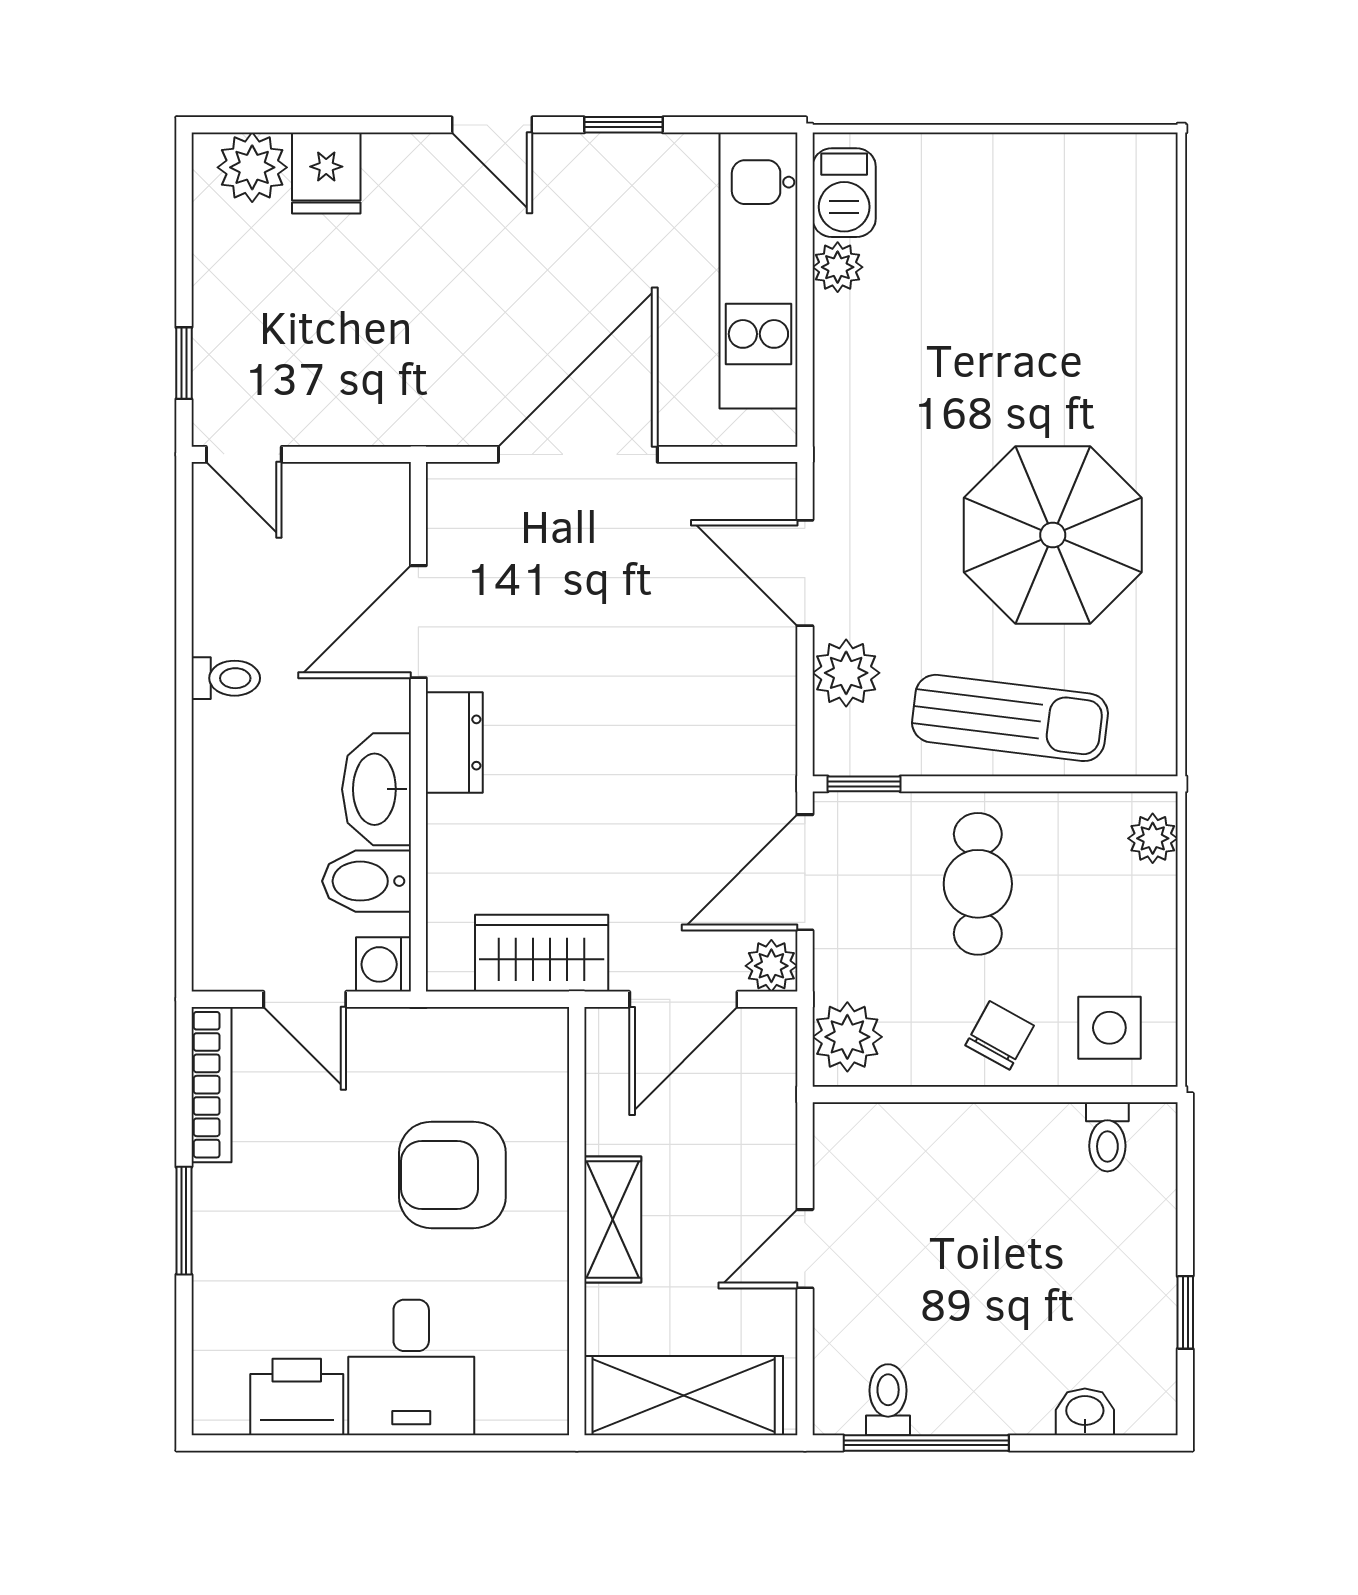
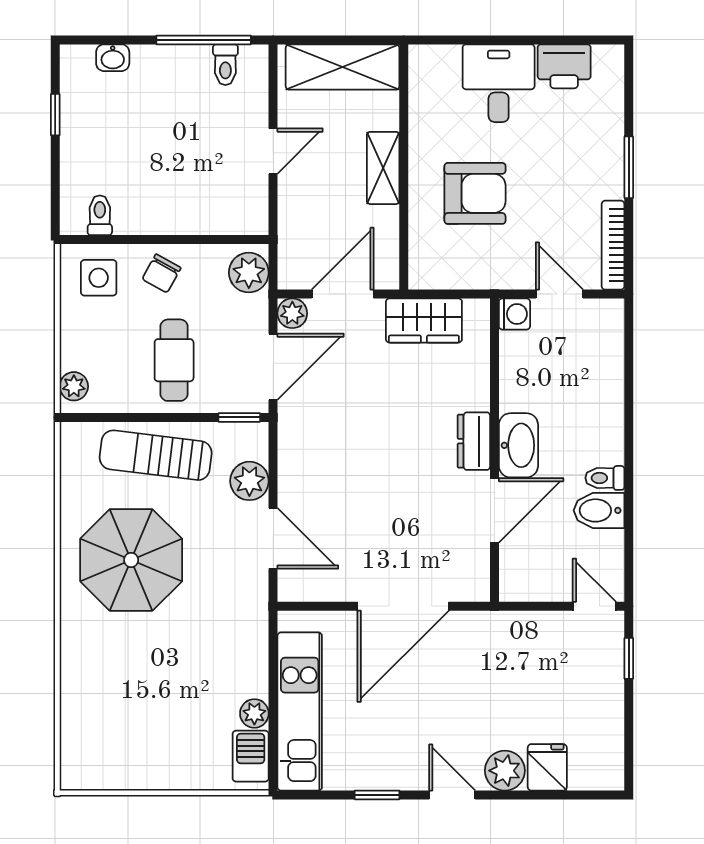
plant: (252, 167) -> (505, 771), moved
washbasin: (377, 789) -> (518, 445), moved
bidet: (366, 881) -> (599, 510), moved, turned 180

